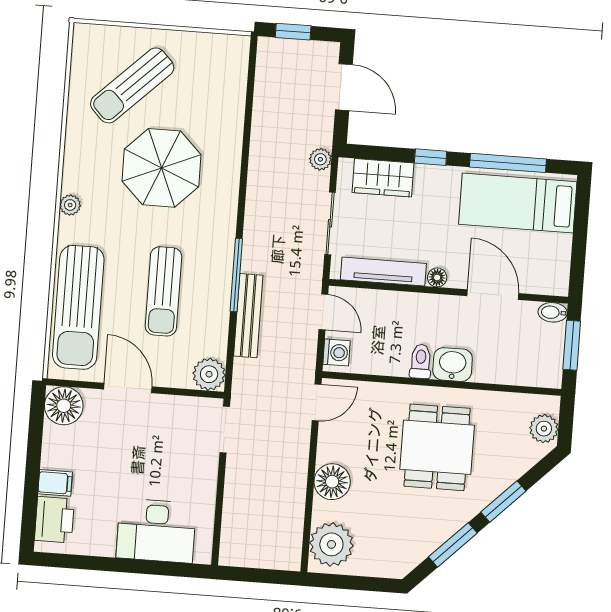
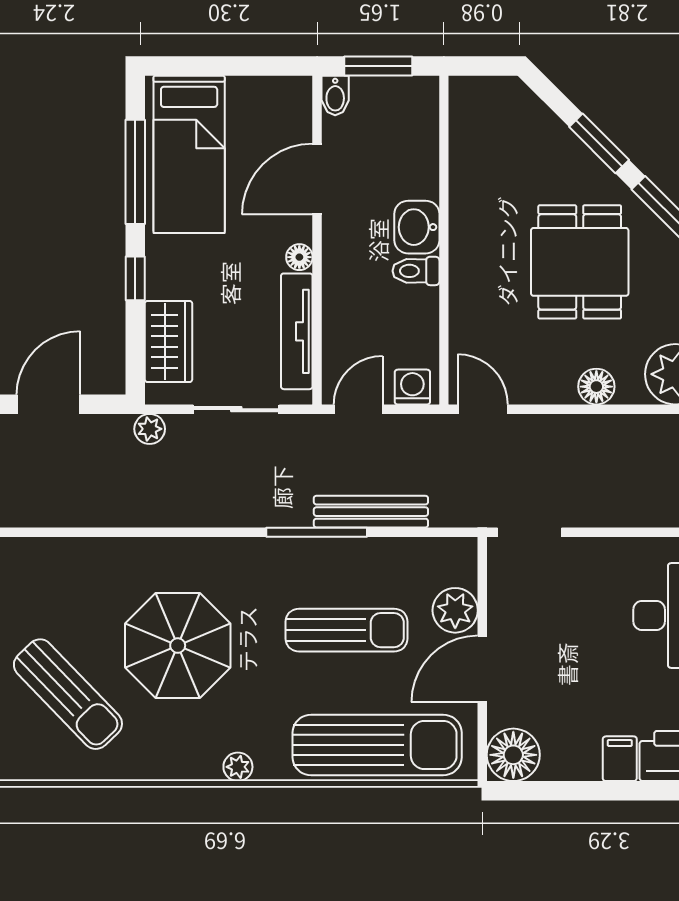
plant: (209, 374) -> (455, 610), moved
plant: (544, 429) -> (495, 95), removed
dining table: (437, 447) -> (580, 262), moved, turned 90
floor lamp: (332, 482) -> (596, 387), width x0.73, depth x0.73

